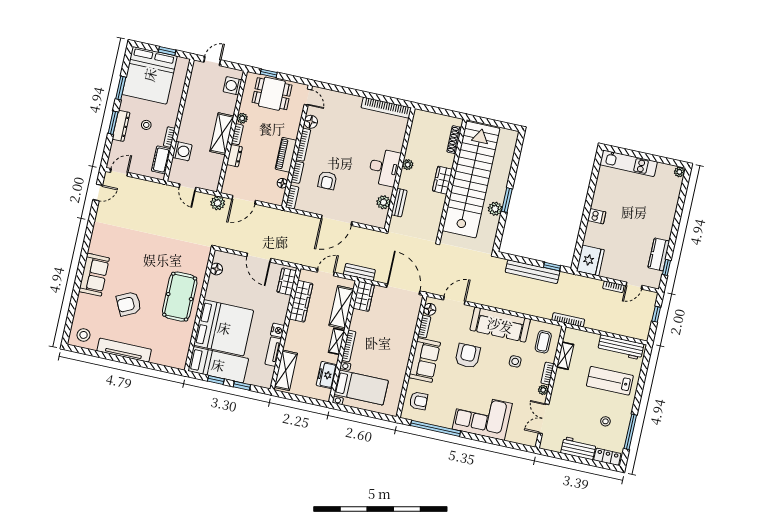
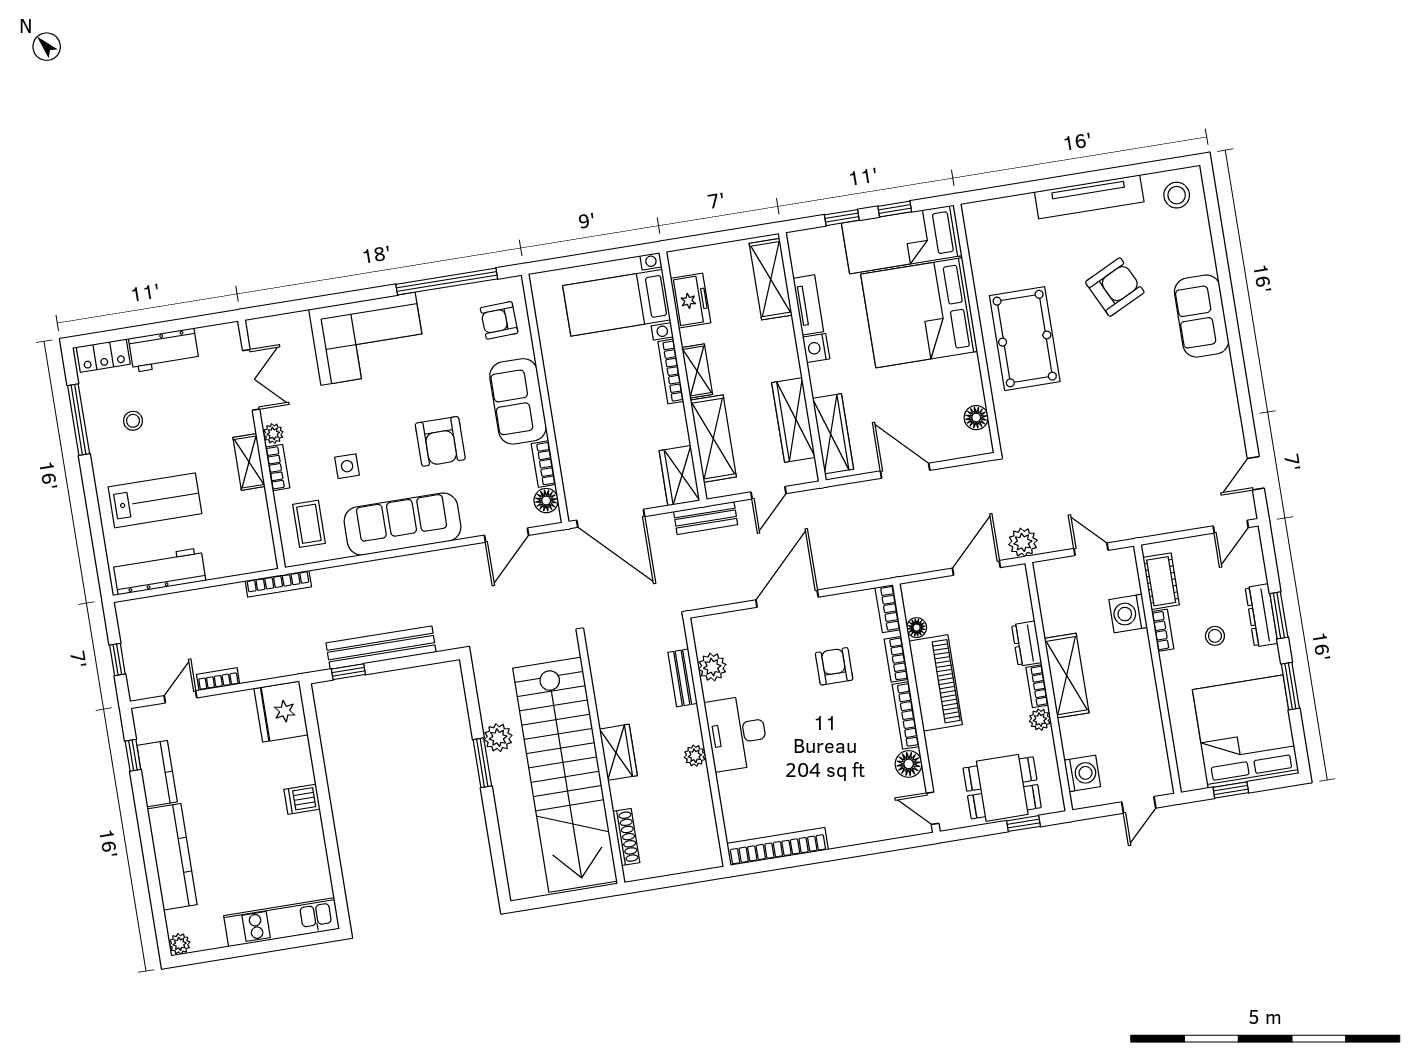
piano: (286, 155) -> (936, 683), width x1.37, depth x1.33
kitchen counter: (667, 213) -> (172, 857), added
wardrobe: (287, 282) -> (833, 434), width x1.50
shelving: (565, 356) -> (249, 462), moved

